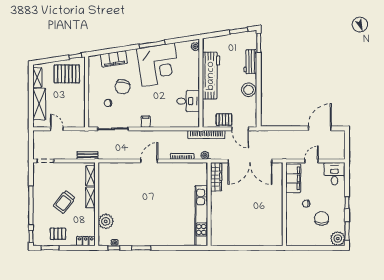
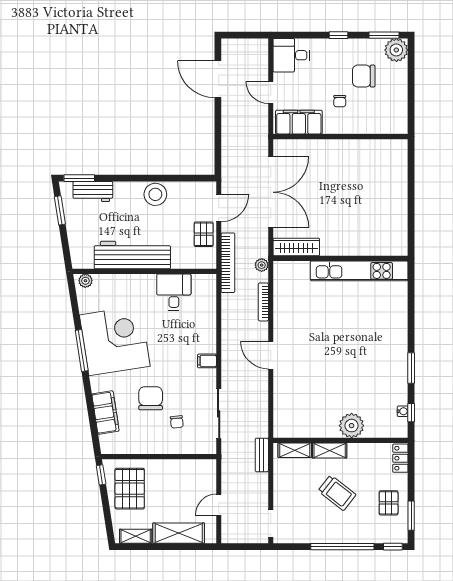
workbench: (250, 62) -> (93, 191), moved
chair: (123, 87) -> (151, 398), turned -101
plant: (106, 221) -> (352, 426), moved

